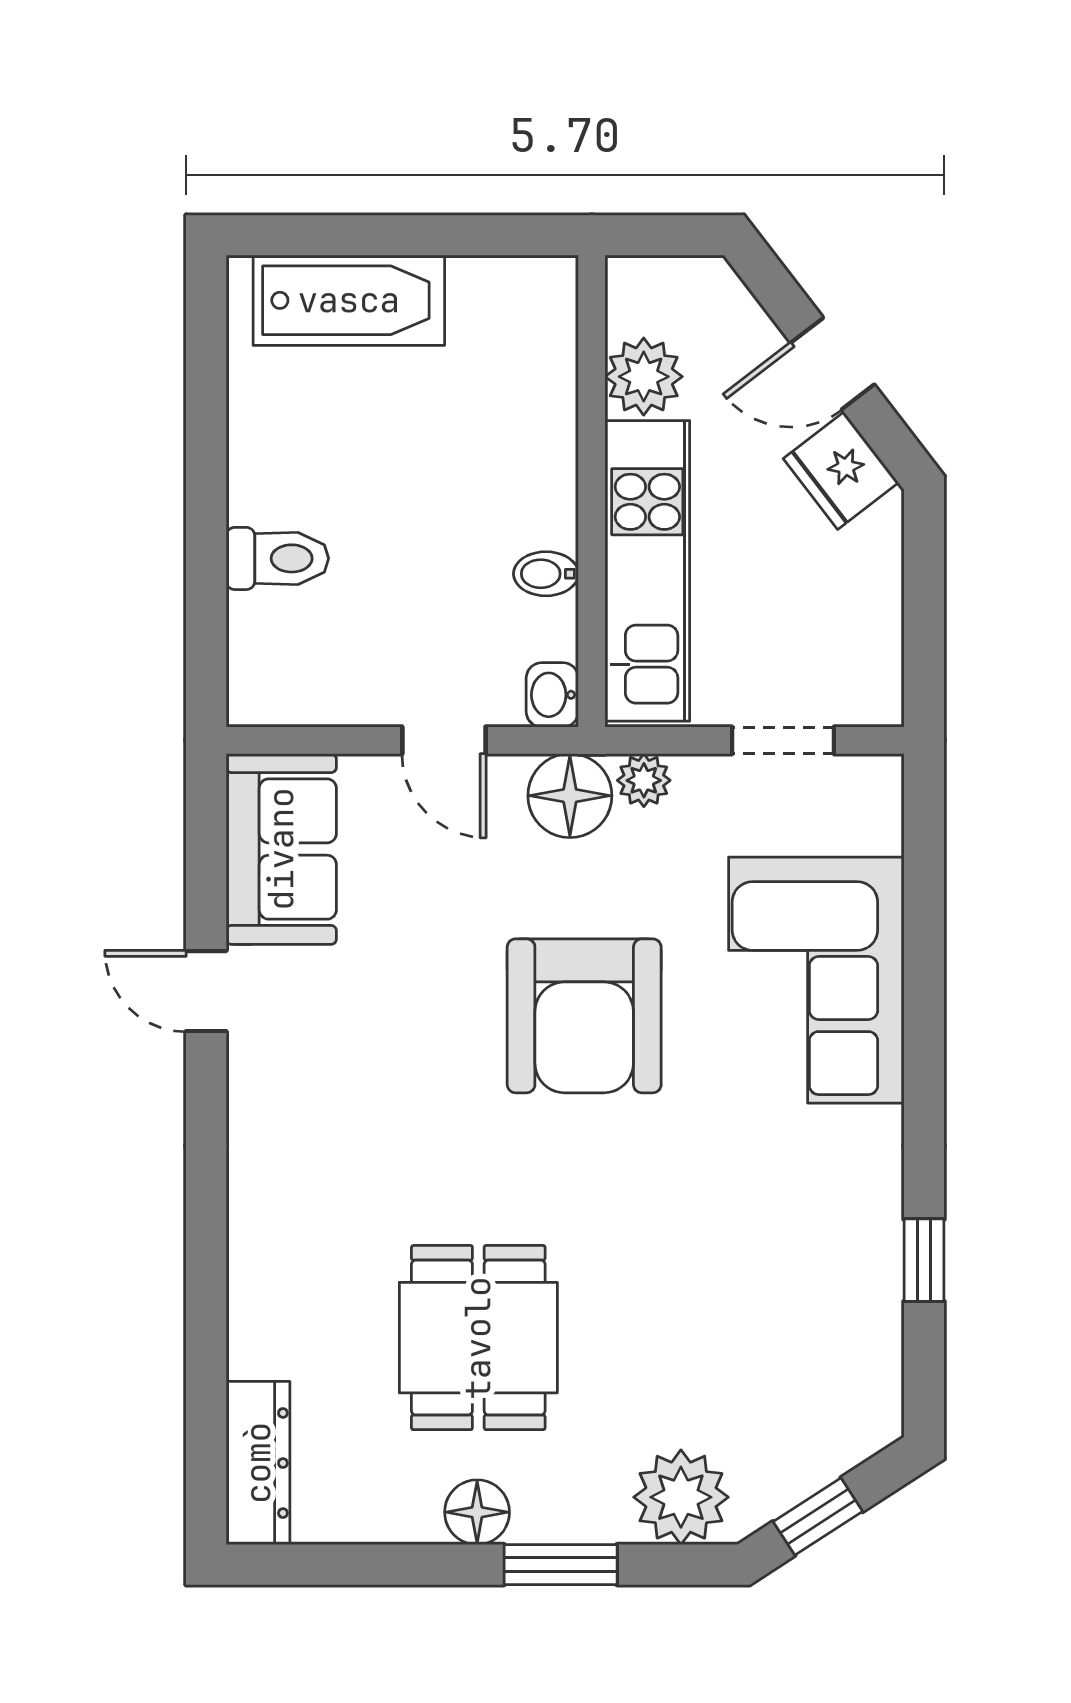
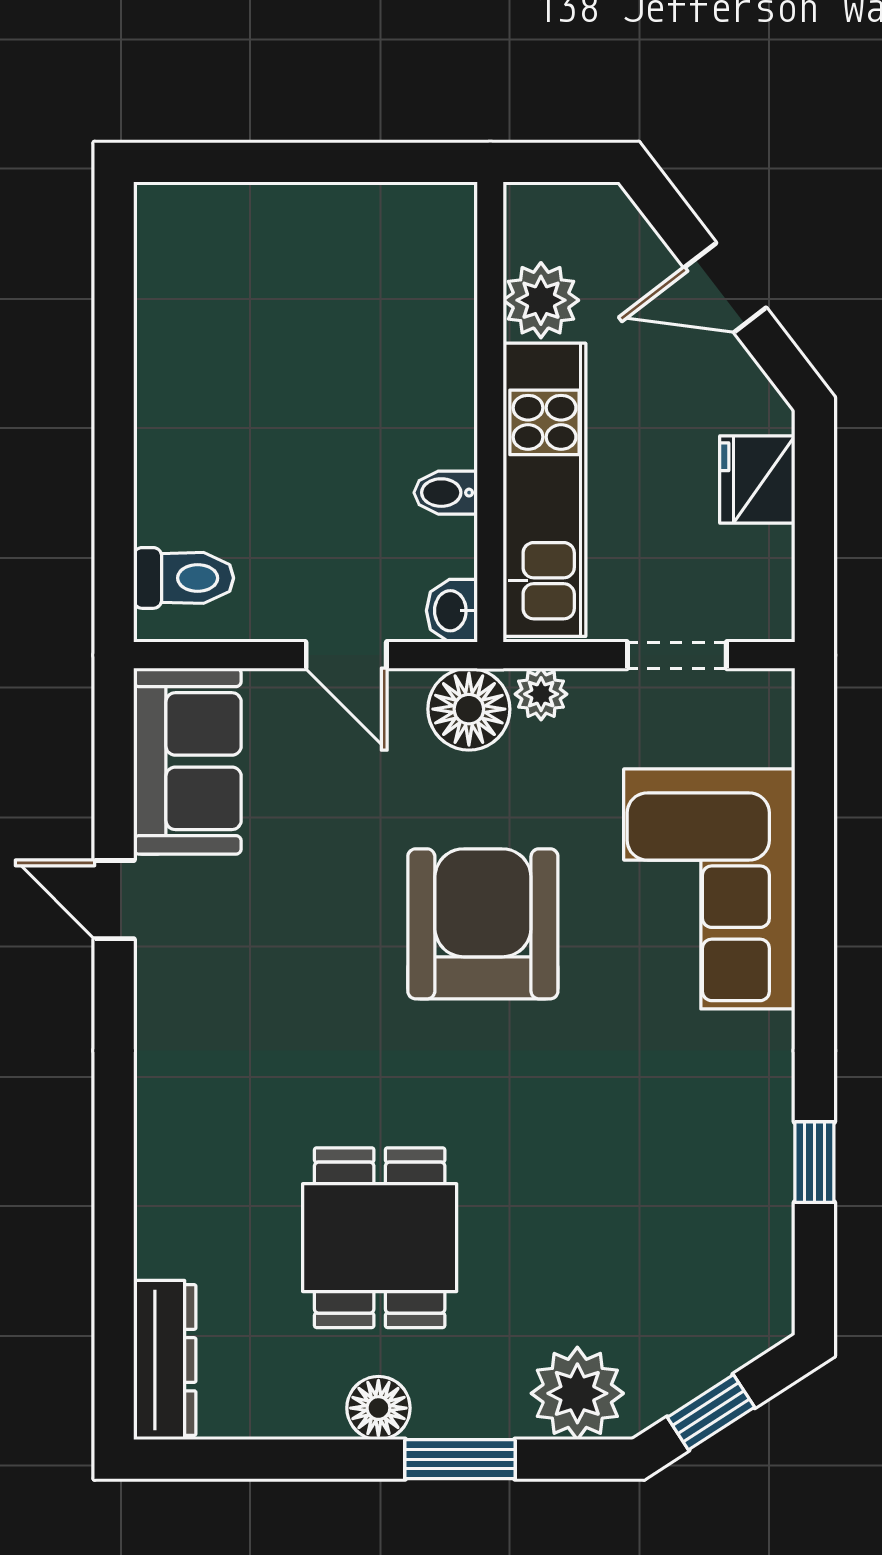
bathtub: (349, 300) -> (253, 226), removed
fridge: (841, 471) -> (757, 479), moved, turned 38
toilet: (277, 558) -> (184, 578), moved
armchair: (584, 1016) -> (483, 924), turned 180

